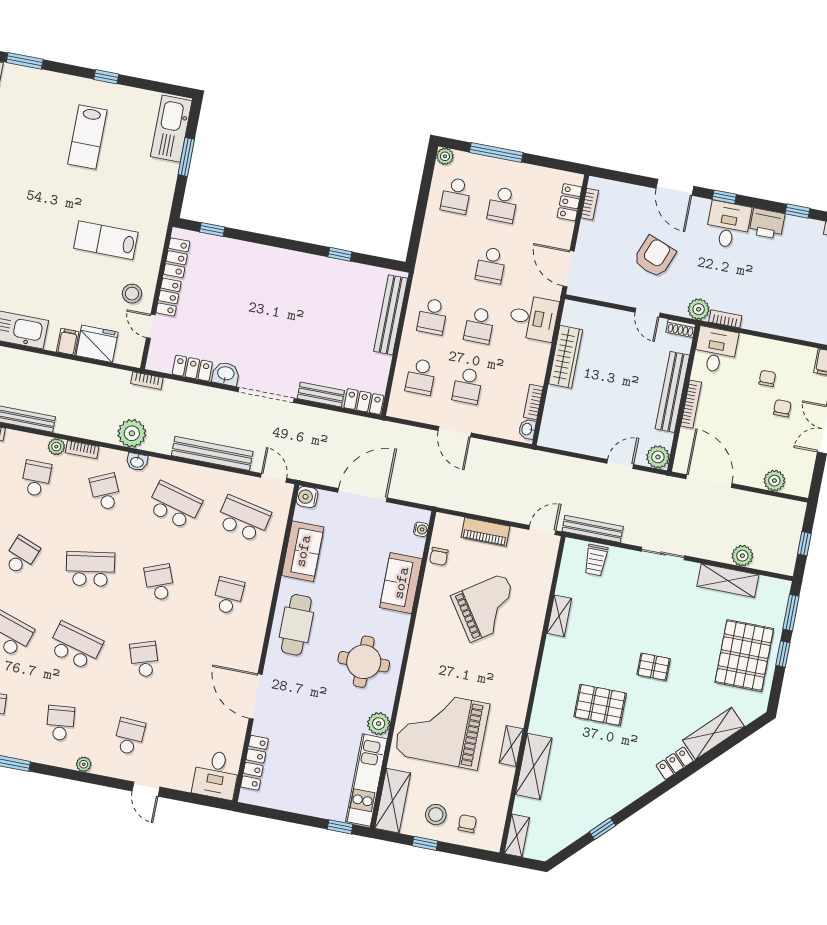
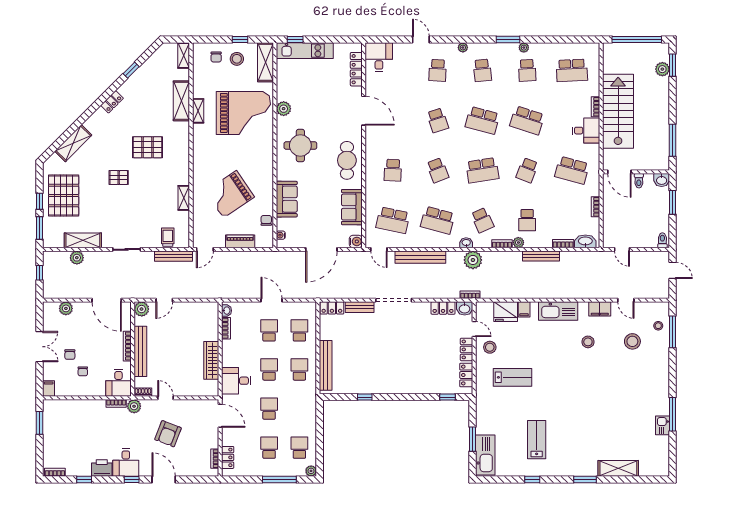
washbasin: (226, 374) -> (465, 308), moved
locker: (675, 763) -> (112, 102), moved
kitchen unit: (366, 780) -> (305, 51), moved, turned 90

